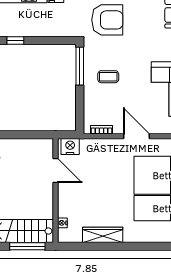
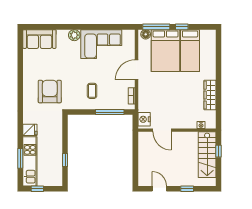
window: (80, 66) -> (110, 112), moved
door: (56, 171) -> (162, 130), swing flipped
window: (27, 246) -> (218, 151), width x0.46

